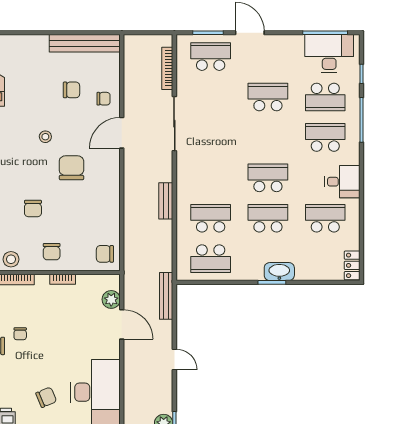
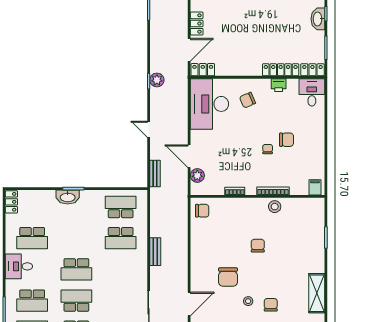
school desk: (268, 218) -> (76, 301), moved, turned 180
chair: (52, 252) -> (271, 305), moved
bench: (166, 296) -> (155, 173), width x0.73

